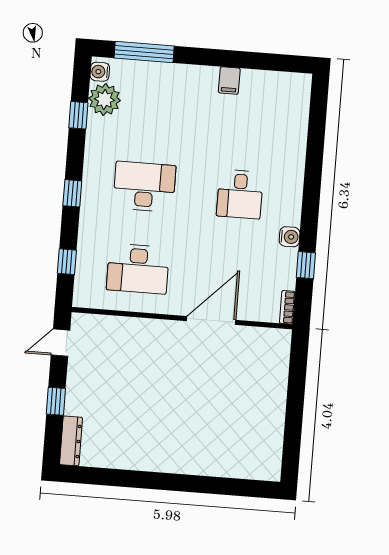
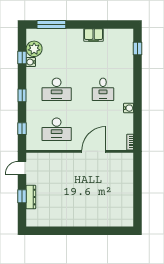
water cooler: (100, 72) -> (31, 62), moved
filing cabinet: (229, 81) -> (94, 35), width x2.00
desk: (144, 187) -> (57, 89), turned 180
window: (306, 265) -> (138, 48), moved
dresser: (71, 441) -> (31, 197), moved

